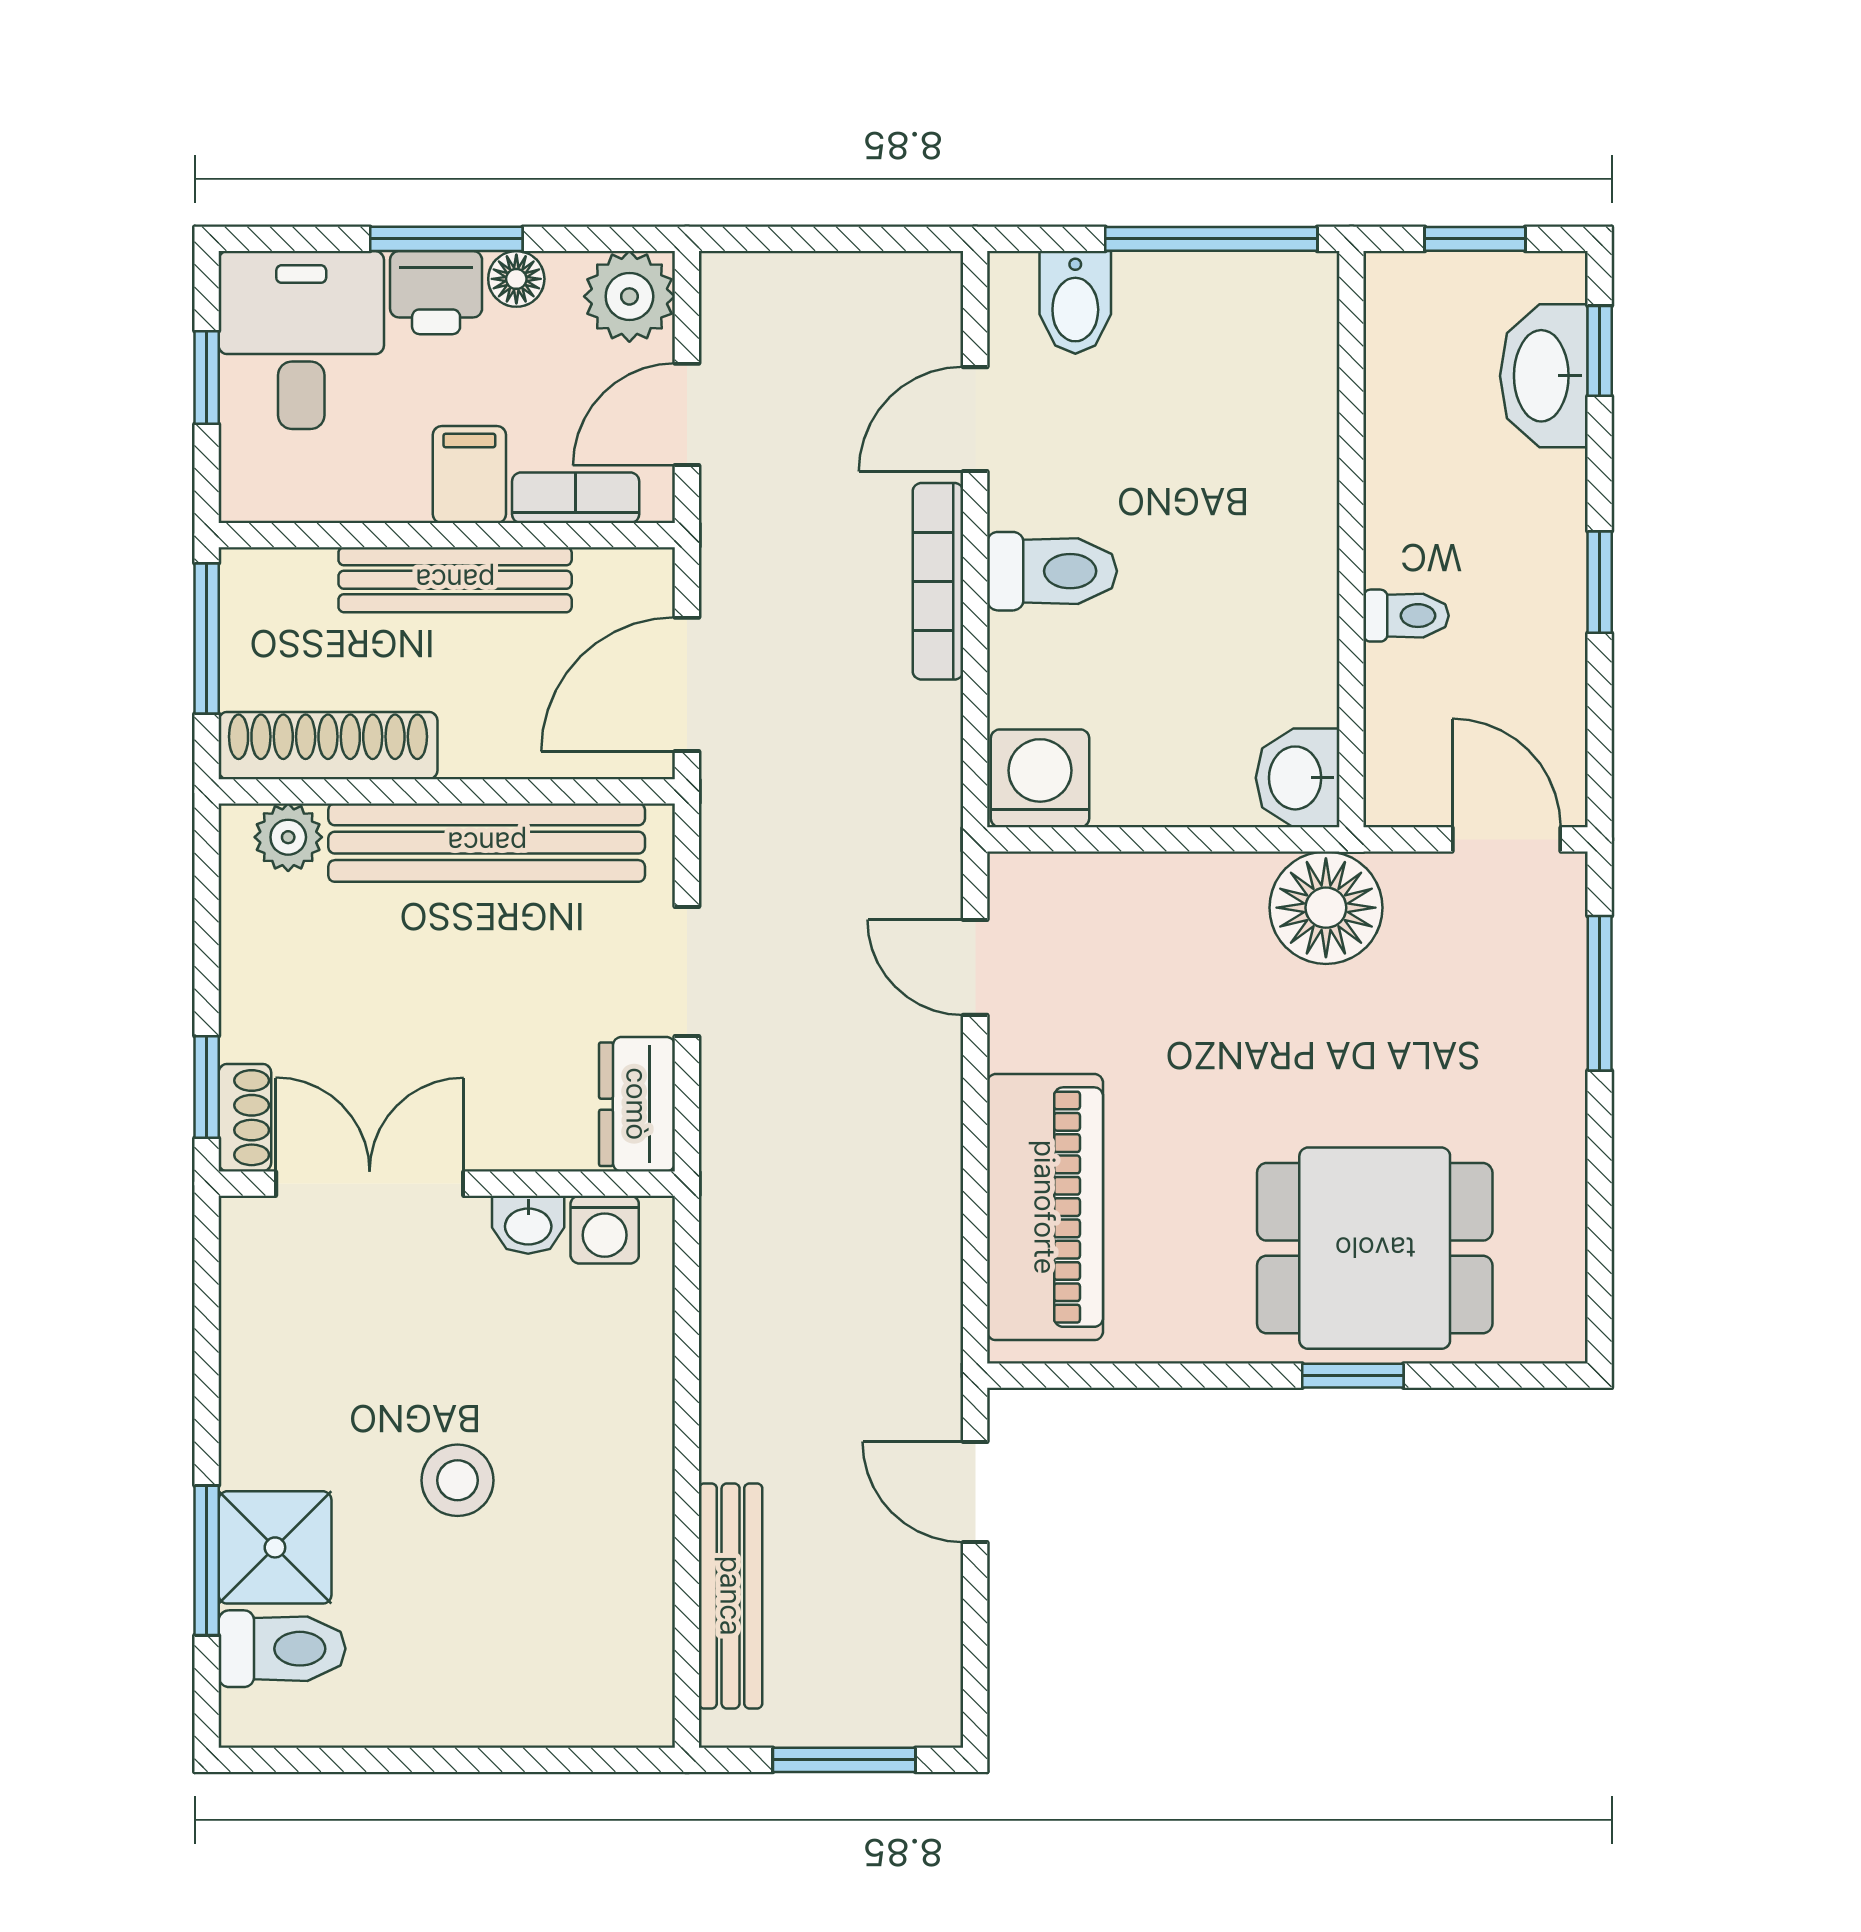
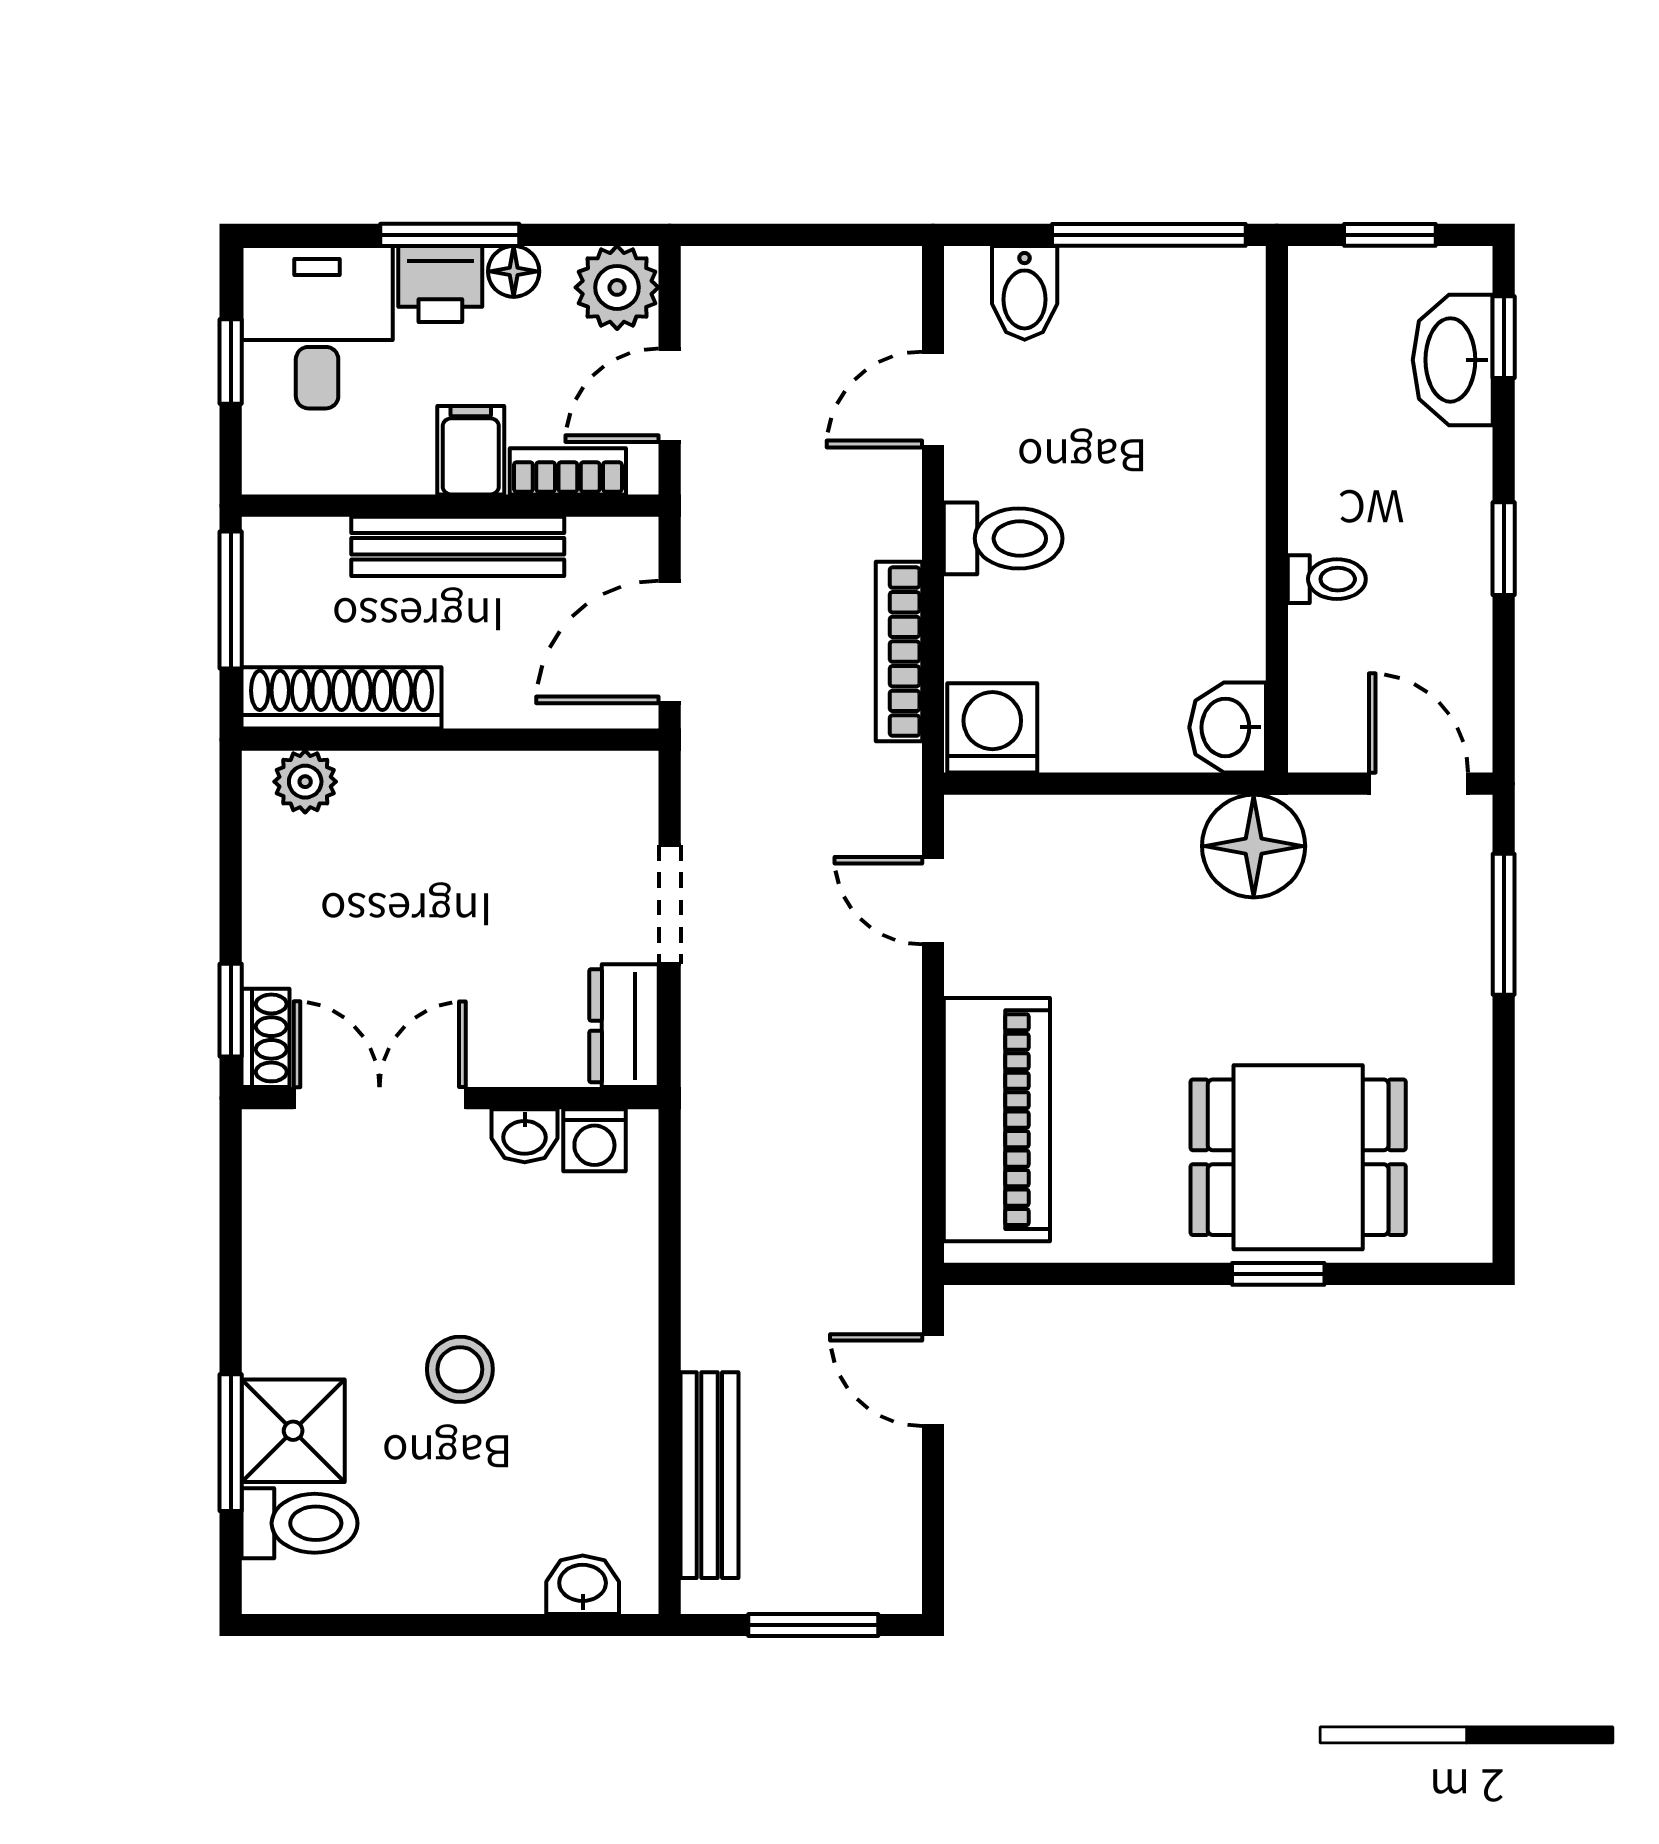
bookcase: (938, 581) -> (899, 652), moved
bench: (487, 843) -> (487, 787), removed
washbasin: (592, 1716) -> (583, 1585), added

